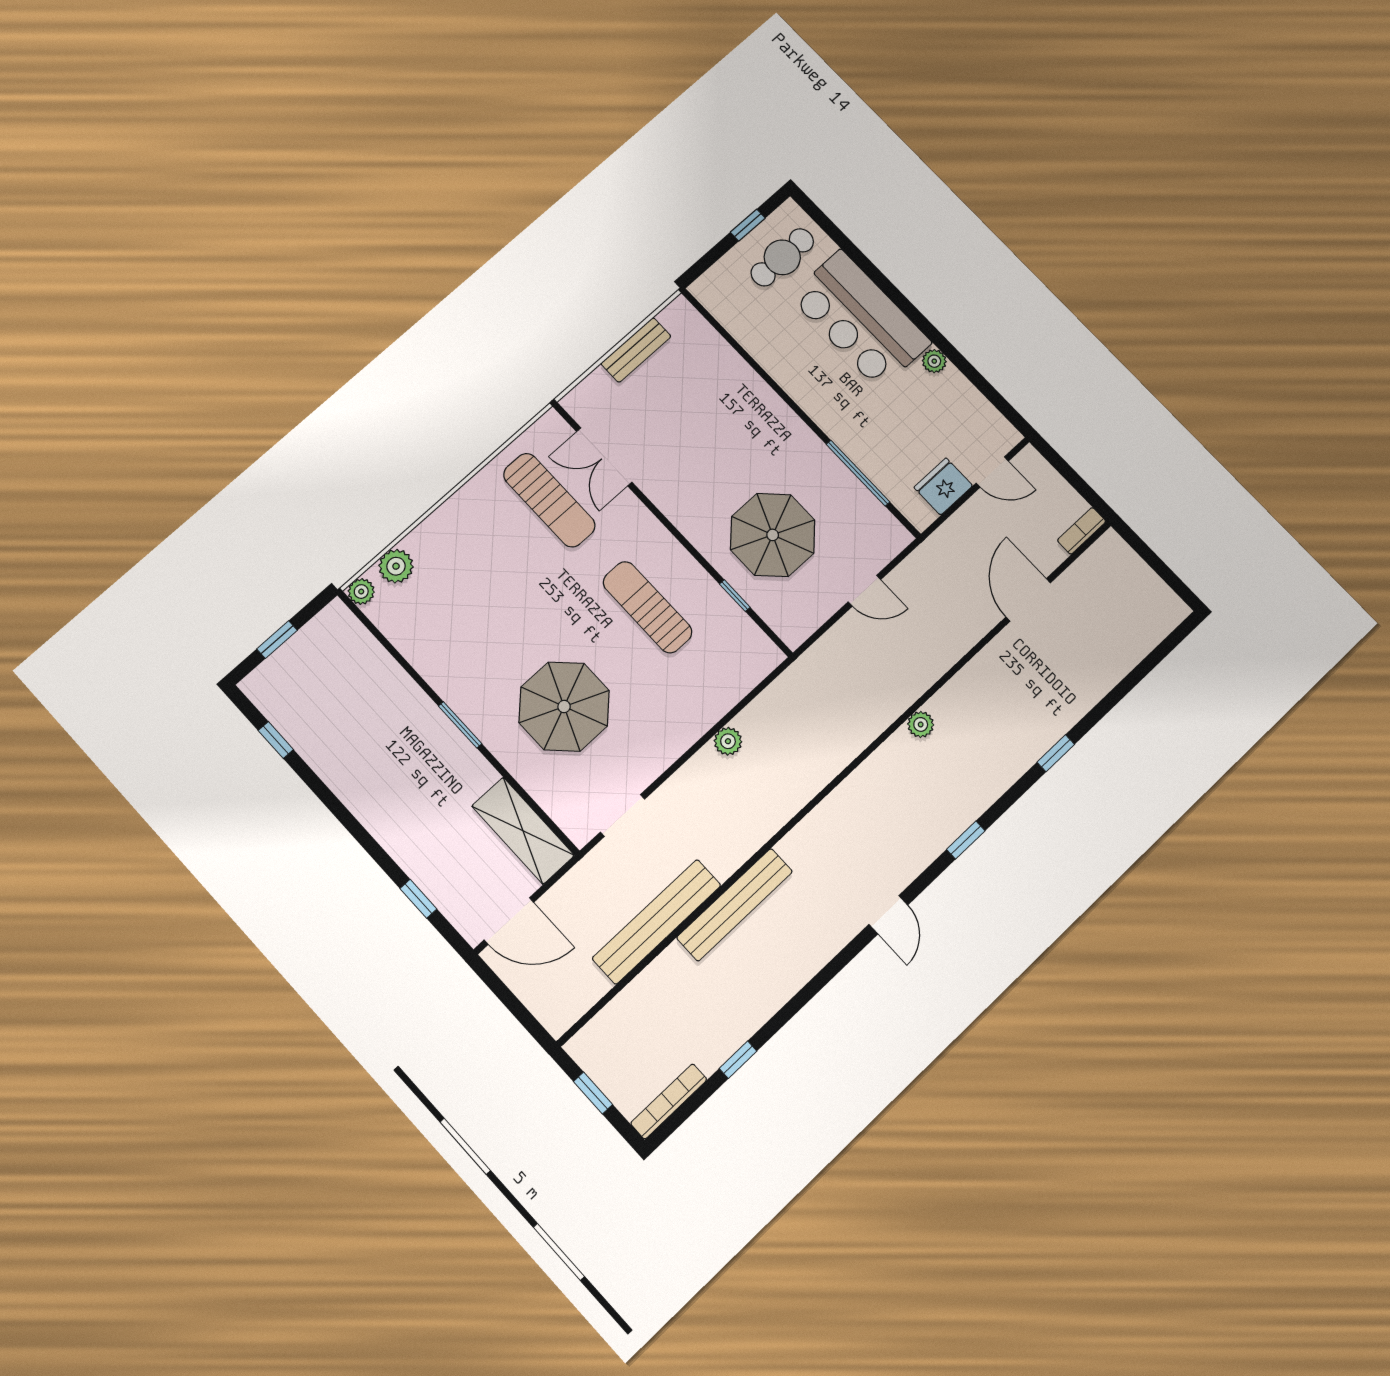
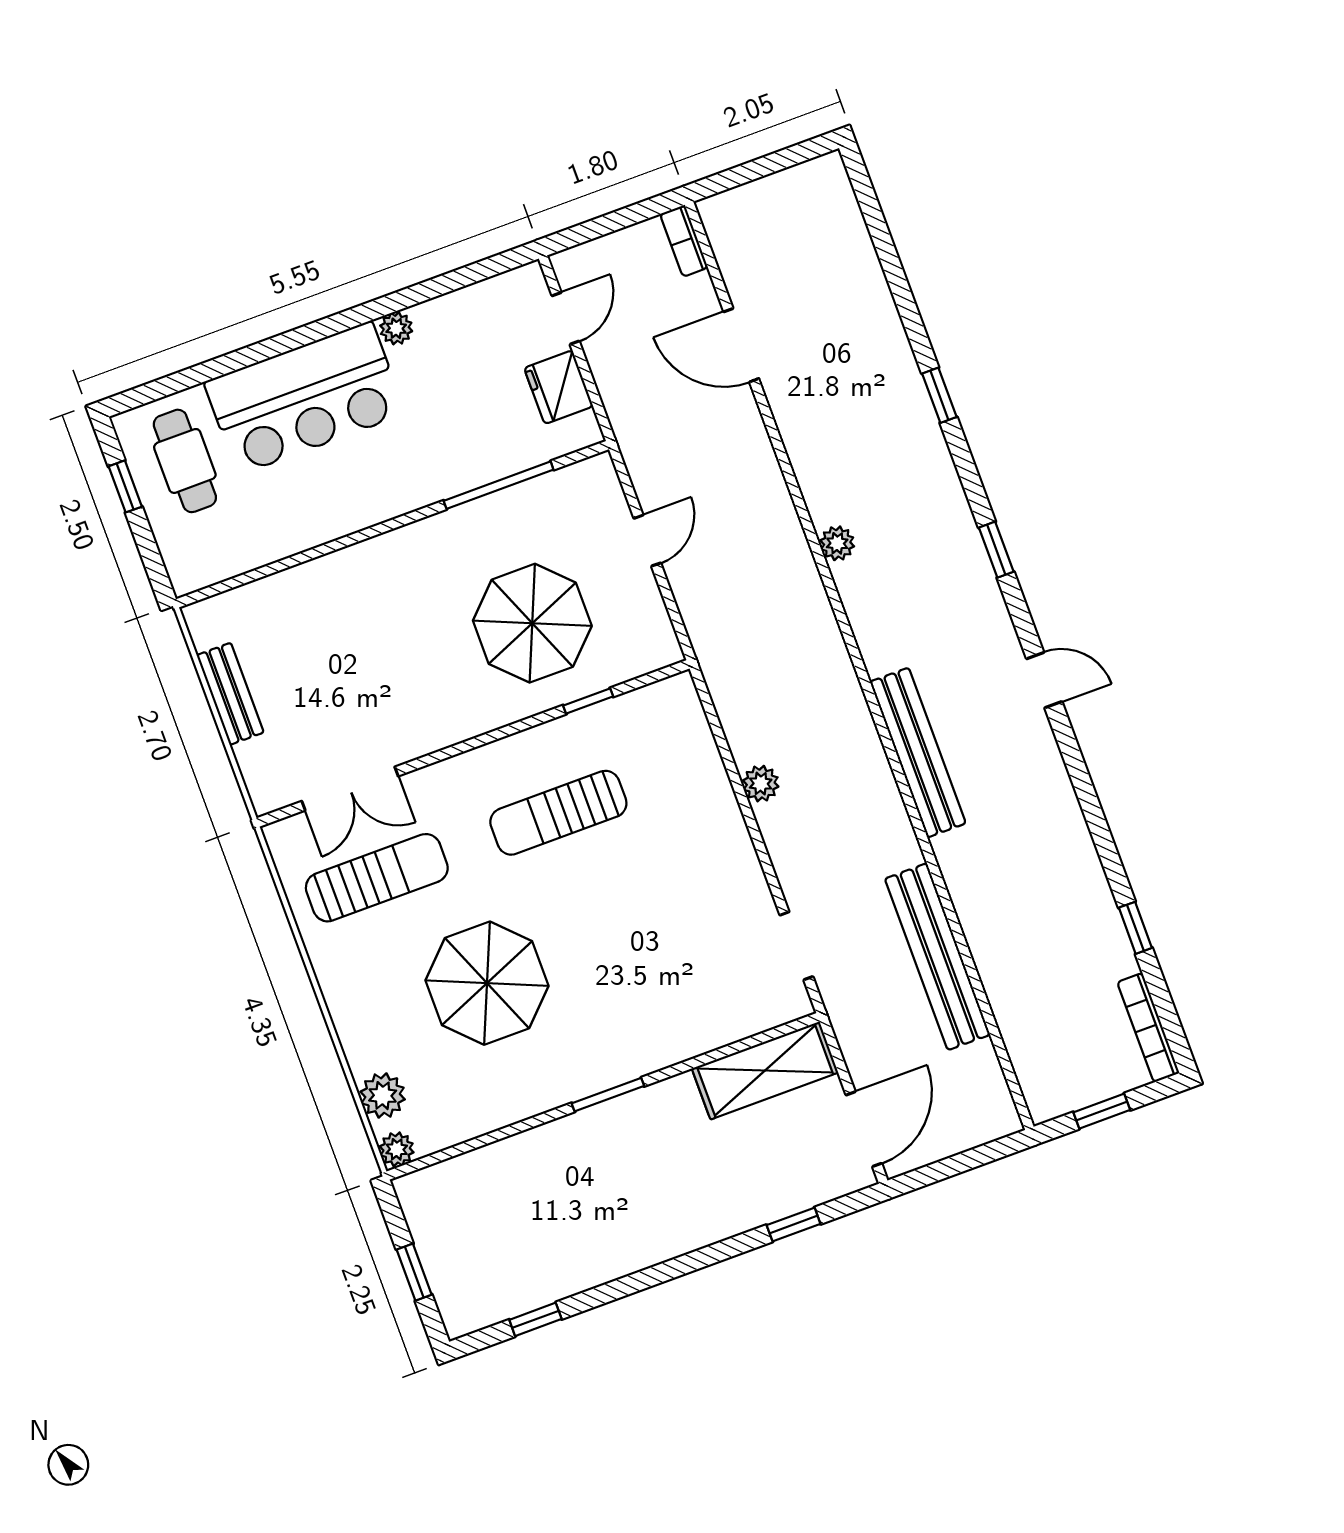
parasol: (564, 707) -> (487, 983), moved
bench: (735, 905) -> (918, 753), moved

